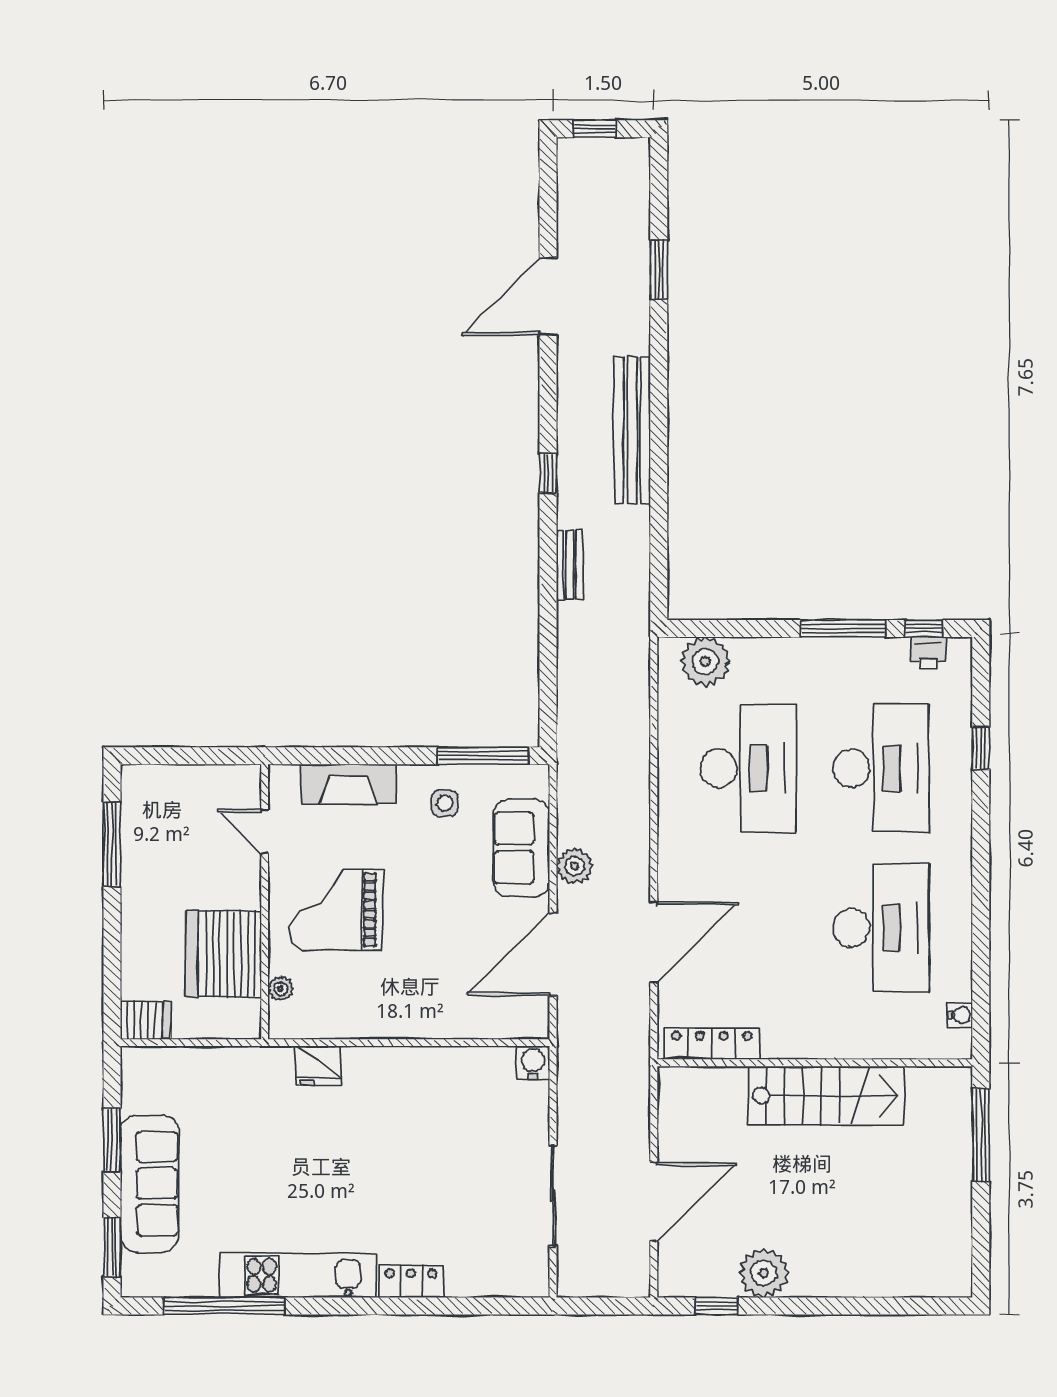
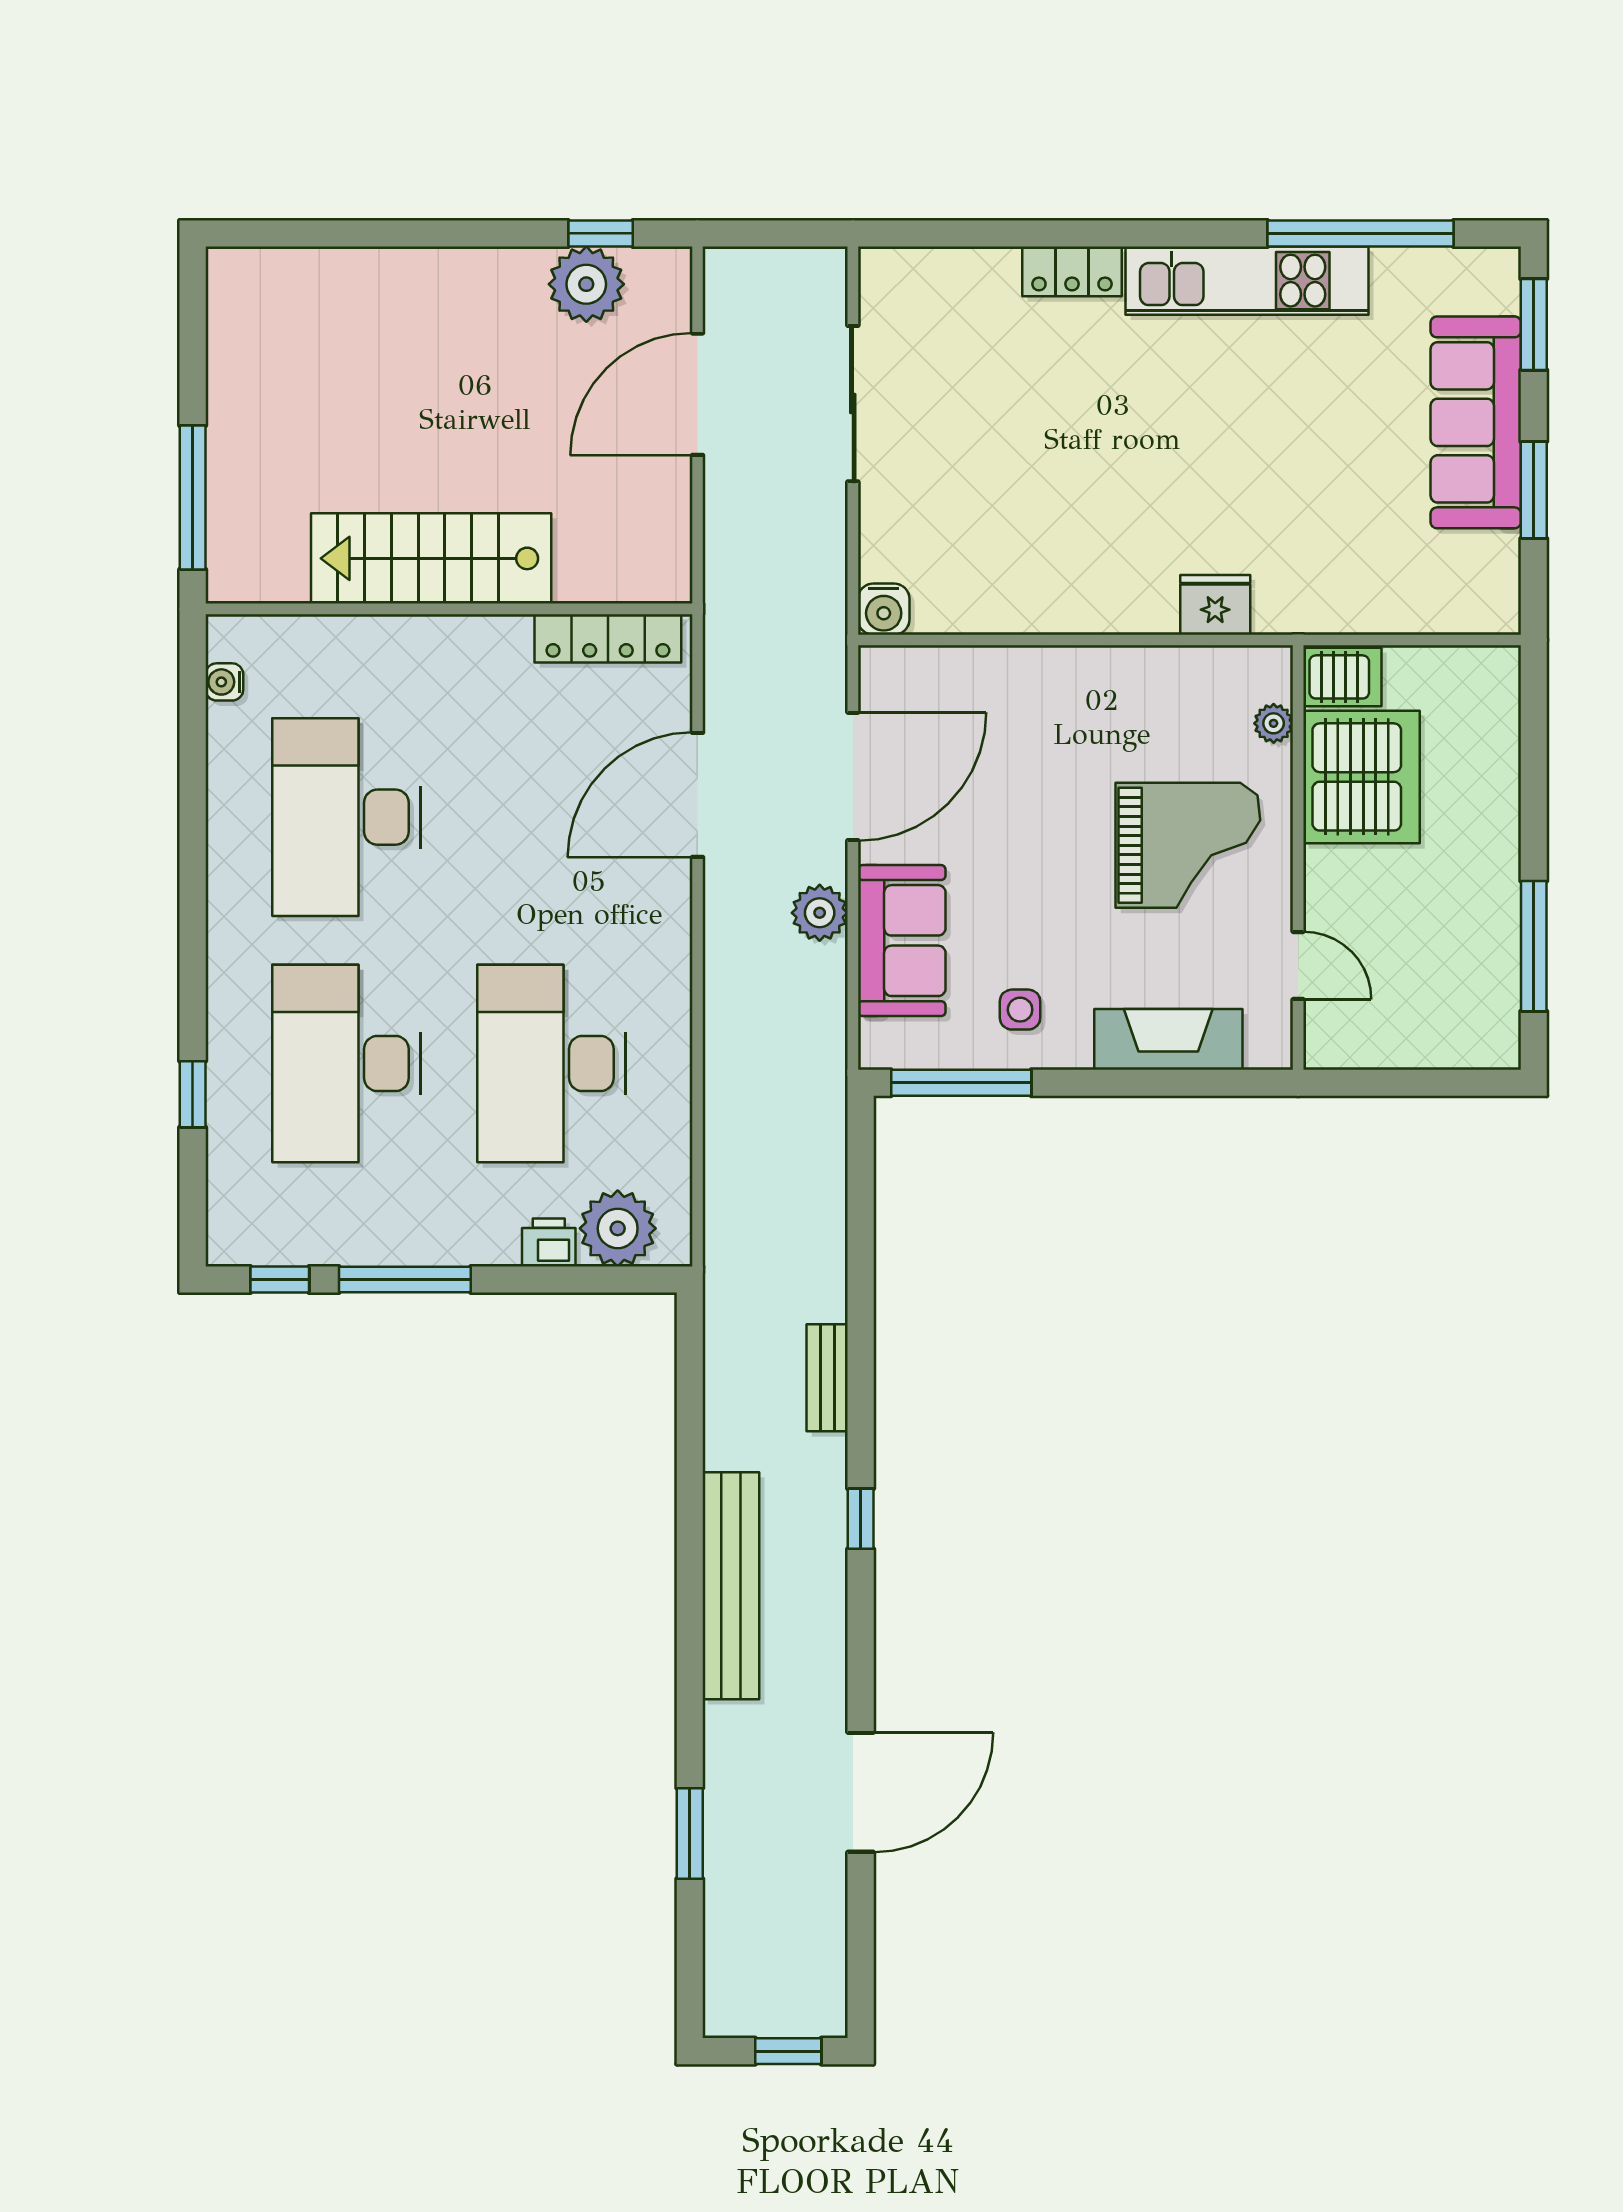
printer: (929, 652) -> (549, 1242), moved
server rack: (146, 1020) -> (1342, 677), moved, turned 180
plant: (764, 1273) -> (586, 284), moved

